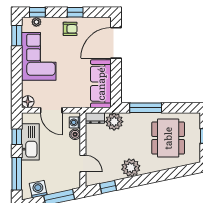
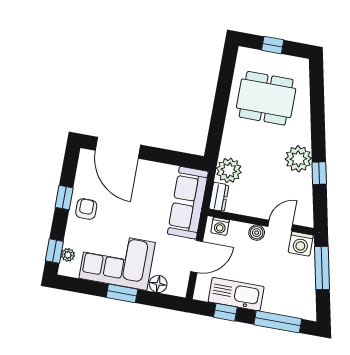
window: (17, 36) -> (122, 293), moved
sofa: (101, 84) -> (188, 203), moved, turned 90
floor lamp: (28, 102) -> (158, 284), moved
window: (146, 108) -> (217, 122), removed
boiler: (75, 134) -> (257, 233), moved
window: (108, 187) -> (319, 173), moved
washing machine: (38, 189) -> (301, 244), moved, turned -78

